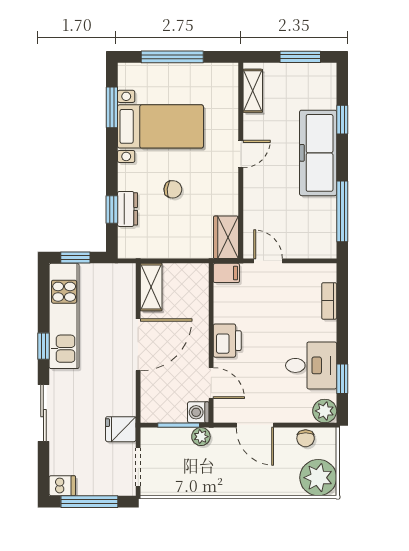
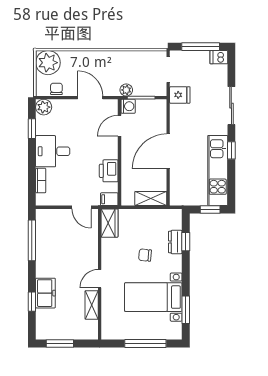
shelving: (253, 91) -> (92, 305), moved
freezer: (318, 153) -> (45, 293), width x0.52, depth x0.79
shelving: (151, 287) -> (151, 199), moved, turned 90
printer: (227, 341) -> (109, 171), moved
desk: (311, 365) -> (53, 151), moved
door: (211, 383) -> (119, 126), hinge flipped

